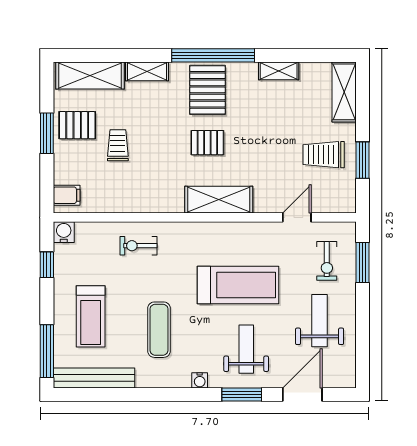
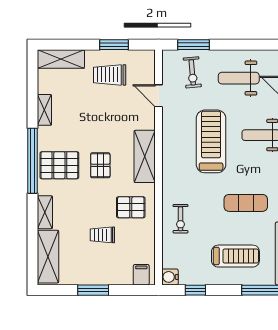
pallet: (77, 125) -> (131, 207), moved, turned 90
trolley: (324, 155) -> (110, 75), turned 90
exercise bike: (327, 261) -> (192, 72), turned 85

